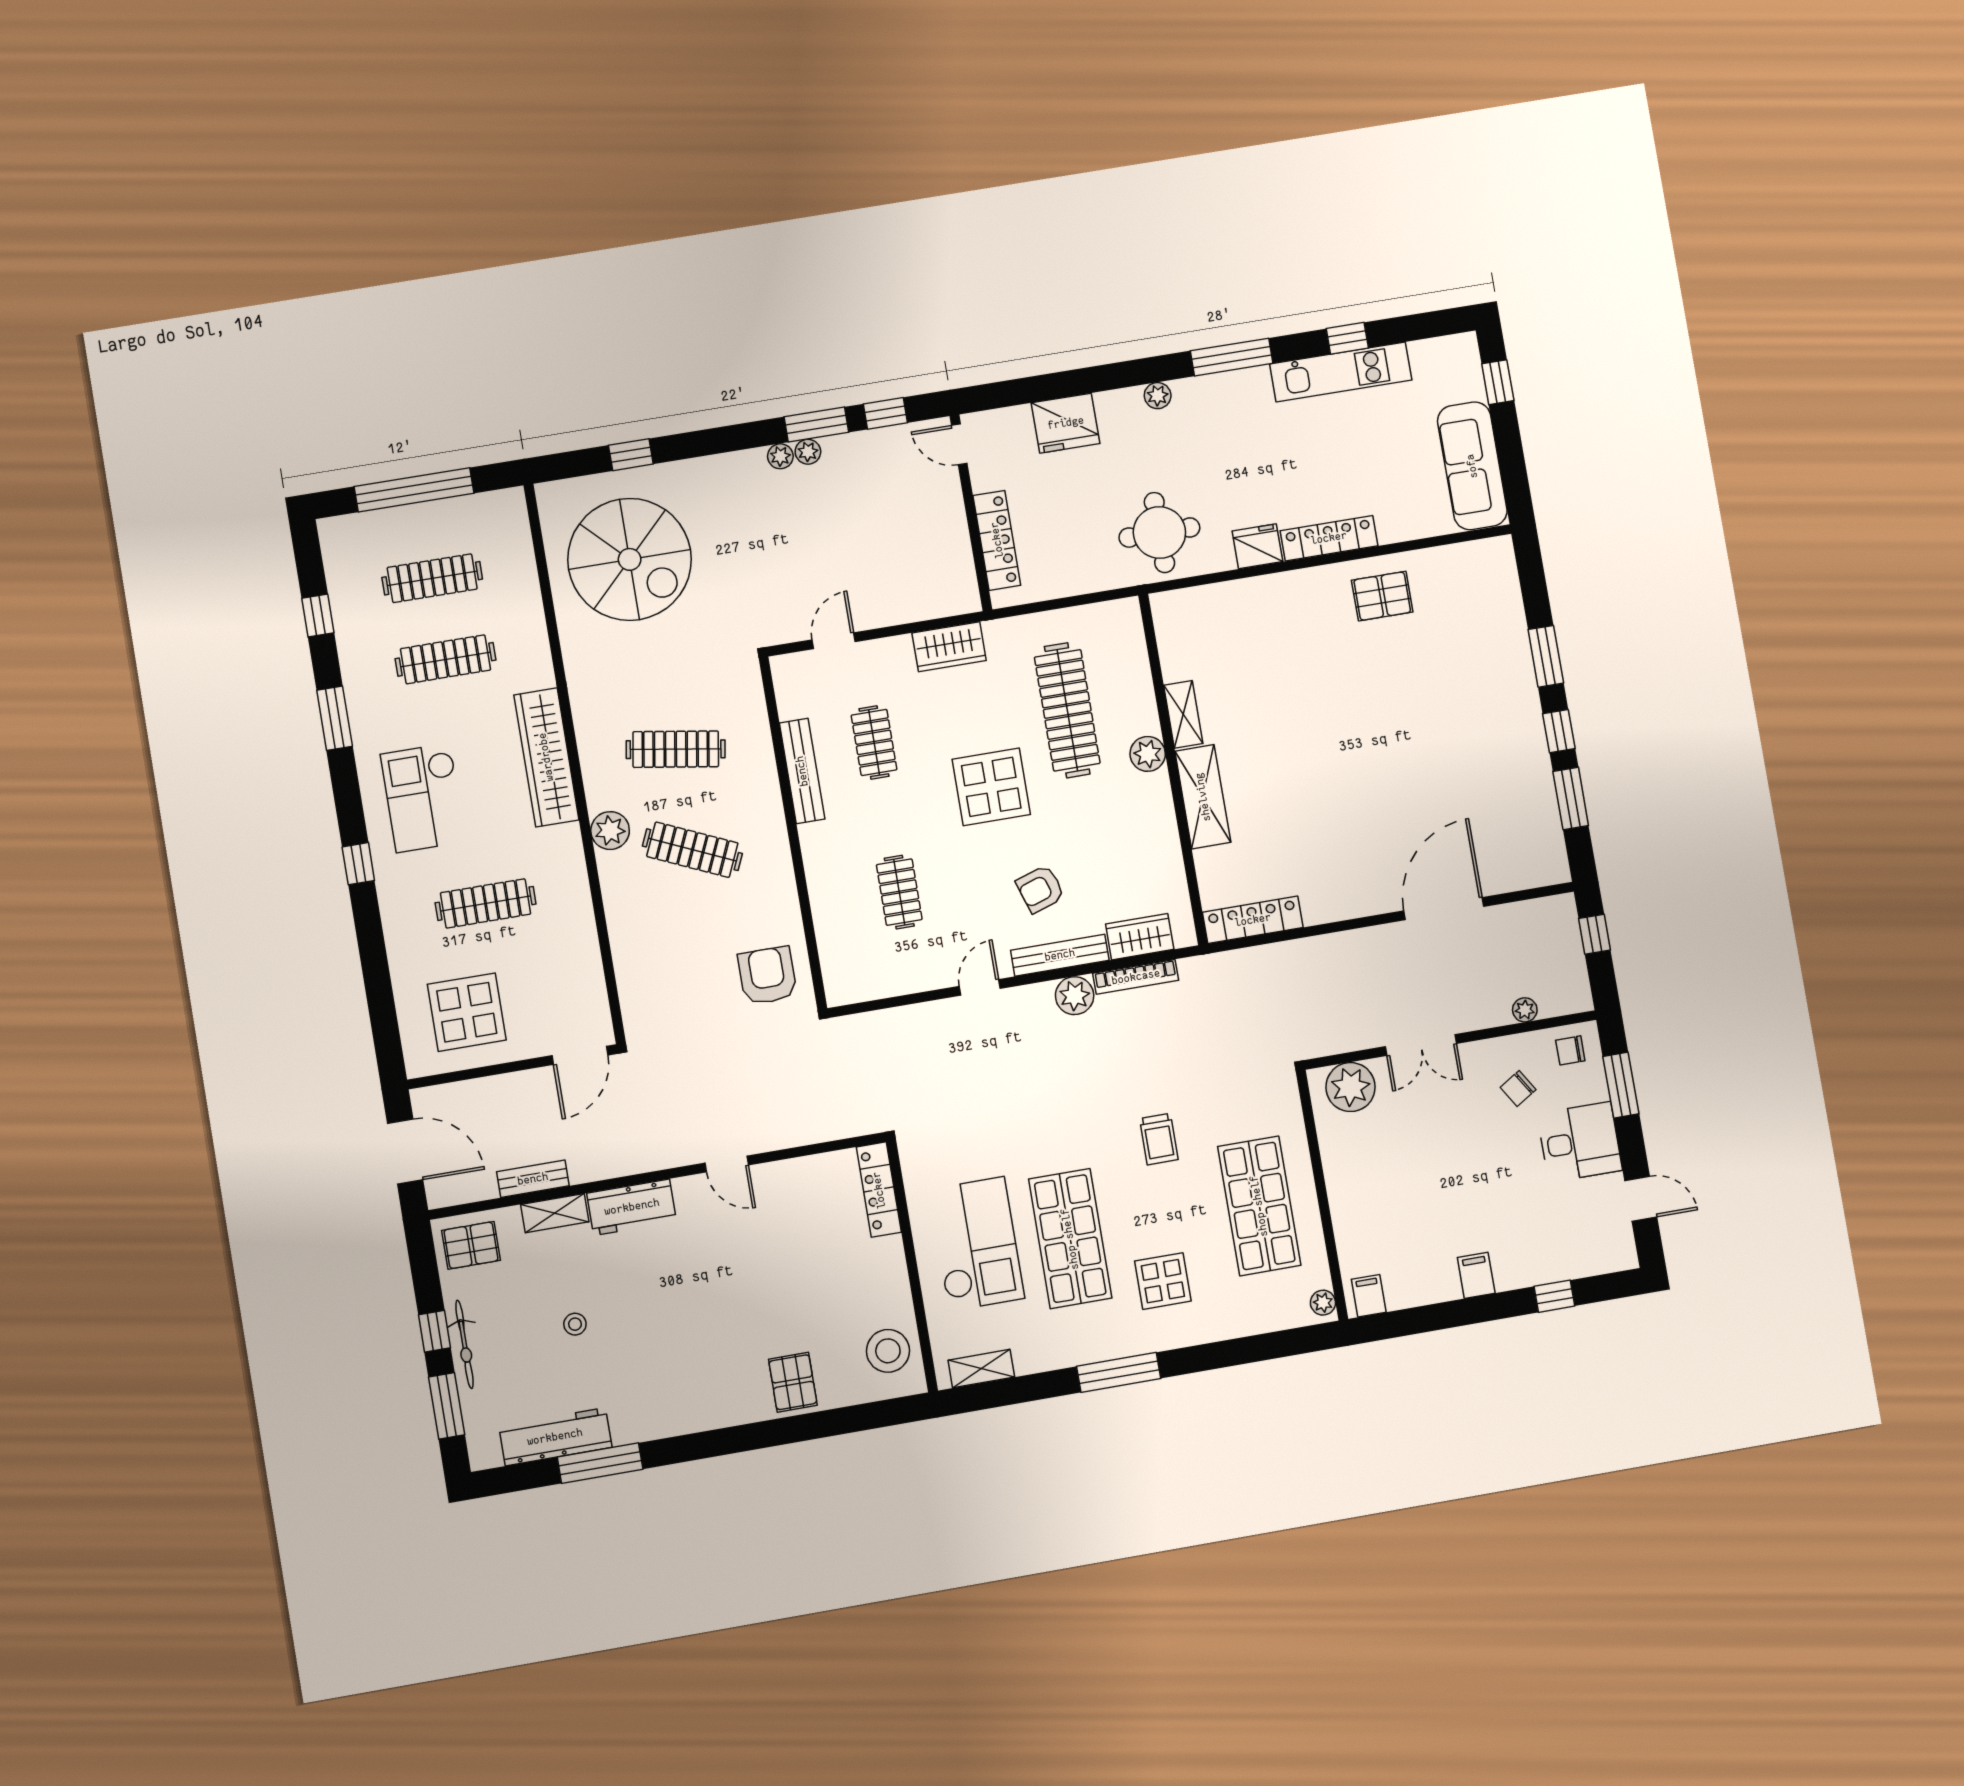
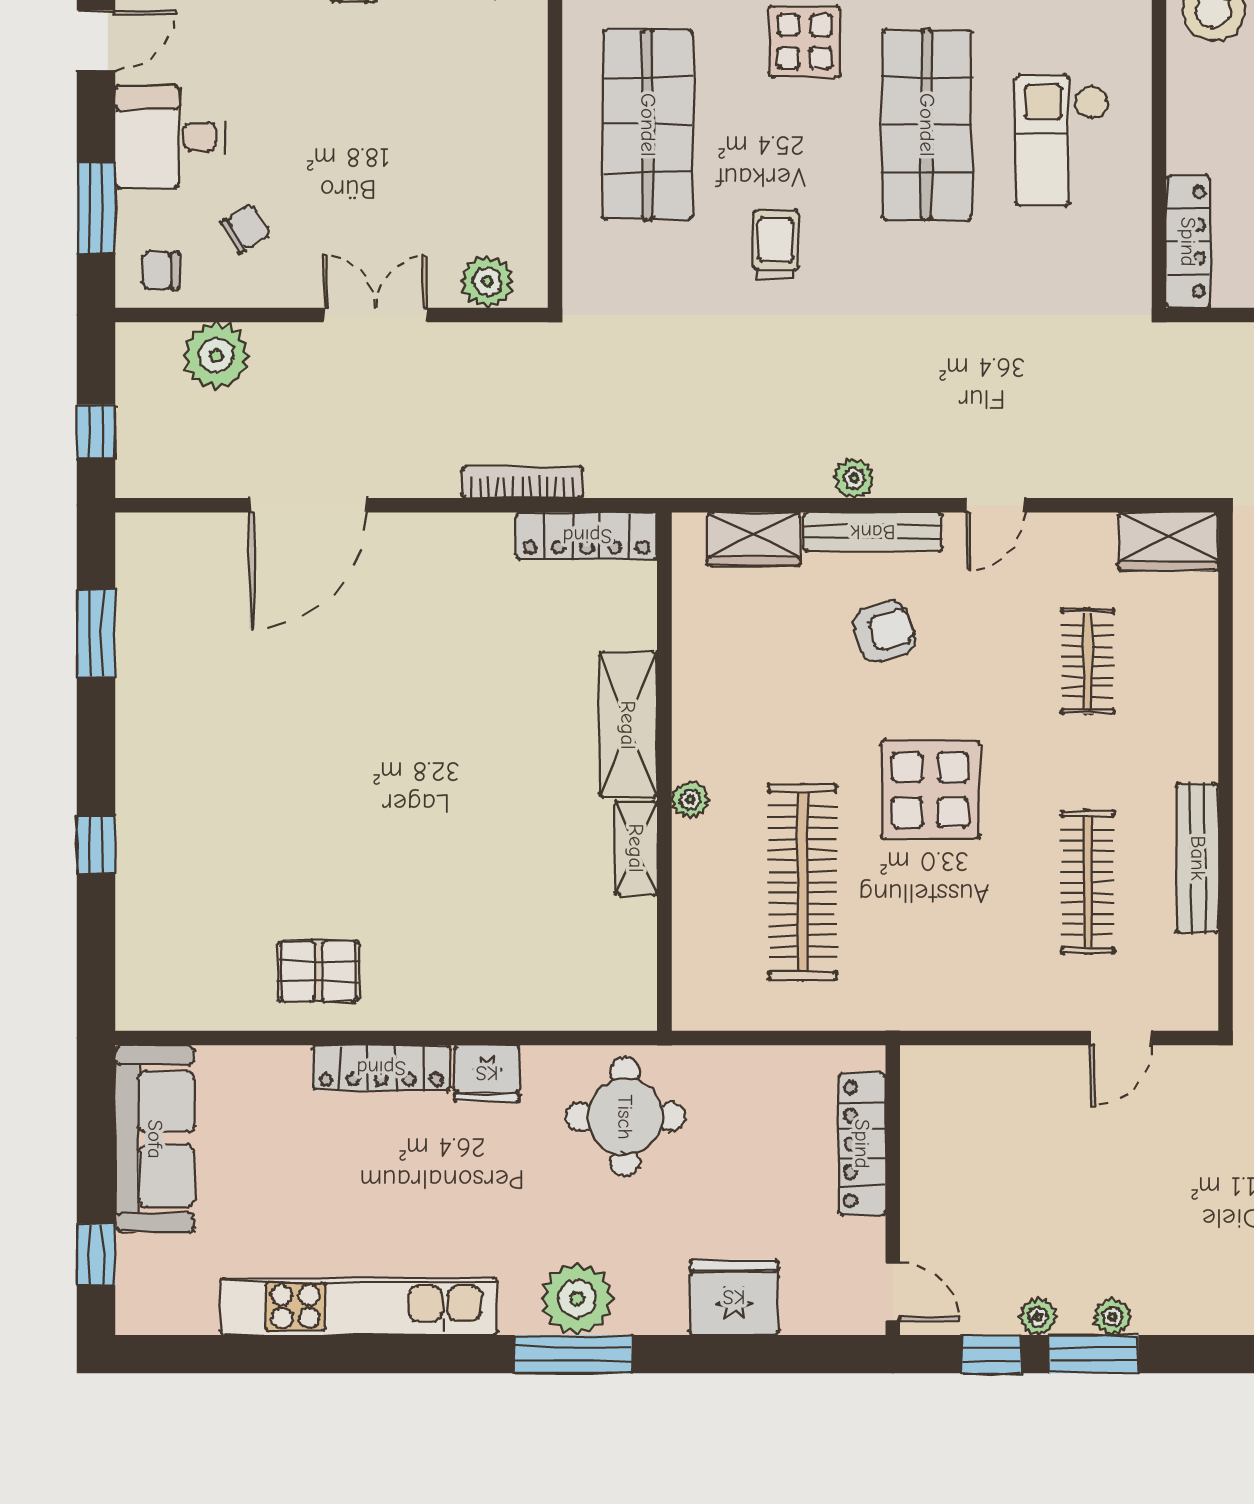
window: (1347, 338) -> (304, 1354), removed
window: (1232, 357) -> (573, 1354), moved
kitchen unit: (1341, 372) -> (359, 1307), width x1.36
plant: (1158, 396) -> (577, 1299), width x1.87, depth x1.87
plant: (780, 456) -> (1038, 1317), moved
wardrobe: (949, 647) -> (1168, 541), moved, turned 180
window: (1546, 656) -> (96, 845), width x0.67
window: (1559, 731) -> (96, 733), removed
clothes rail: (874, 742) -> (1088, 882), width x1.36
plant: (1148, 754) -> (690, 800), width x0.73, depth x0.73
bookcase: (1136, 977) -> (522, 482), moved
plant: (1075, 996) -> (854, 478), width x0.73, depth x0.73
plant: (1525, 1010) -> (216, 355), width x1.87, depth x1.87
chair: (1570, 1050) -> (160, 270), turned 180
plant: (1351, 1087) -> (487, 282), width x0.73, depth x0.73
door: (1641, 1199) -> (96, 40), swing flipped
checkout: (976, 1244) -> (1062, 140), width x0.73, depth x0.83

